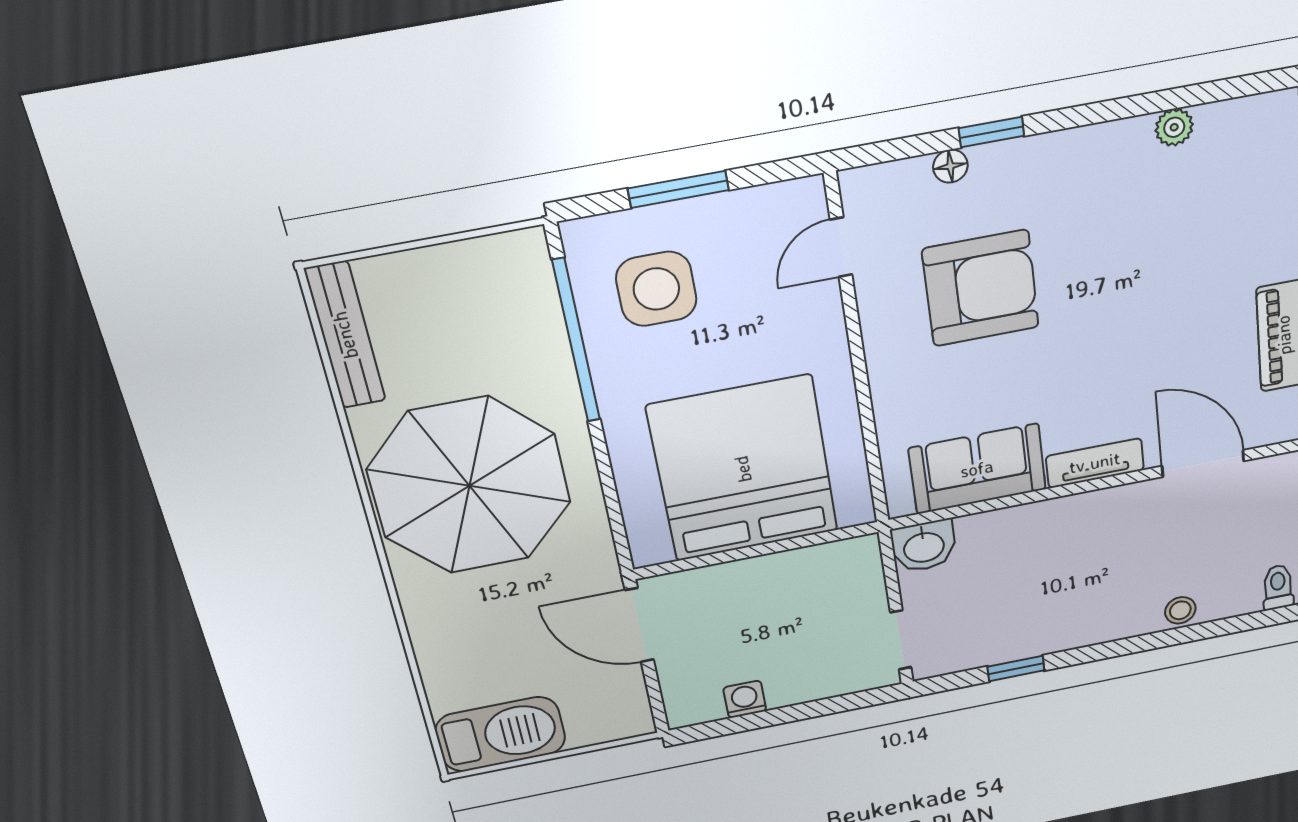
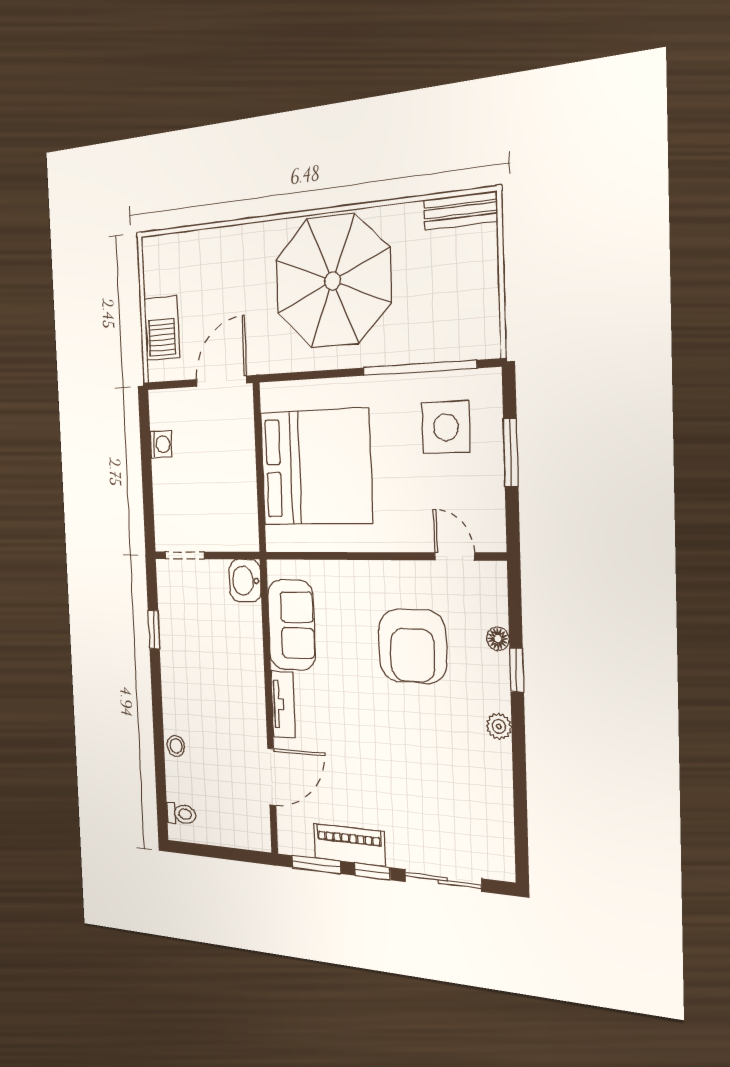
plant: (1174, 127) -> (499, 726), moved
bench: (345, 335) -> (460, 211), width x0.73
barbecue: (501, 734) -> (162, 328), moved, width x0.73, depth x0.83

